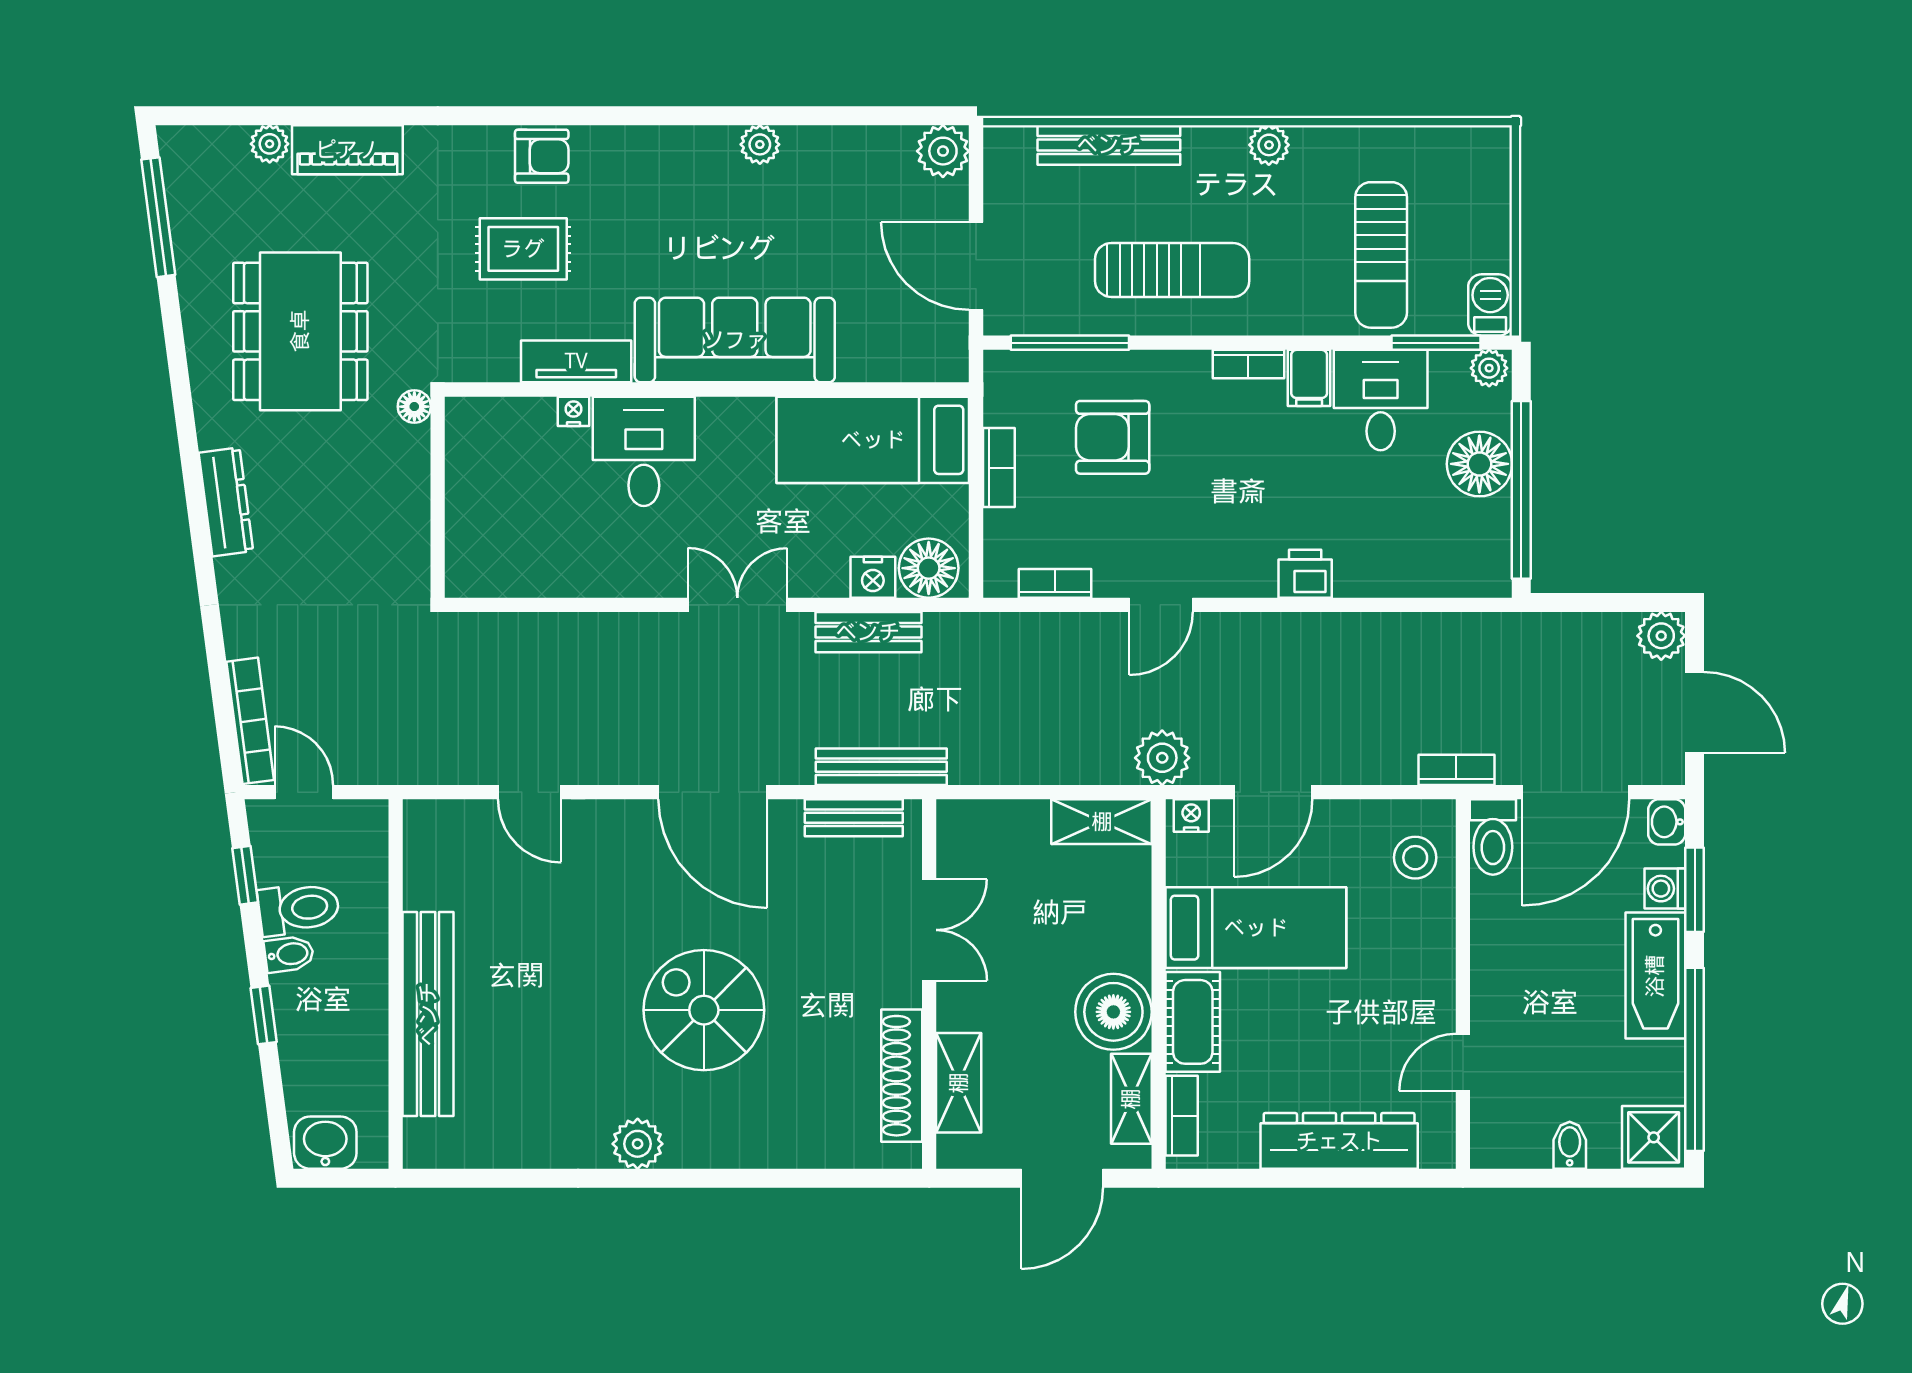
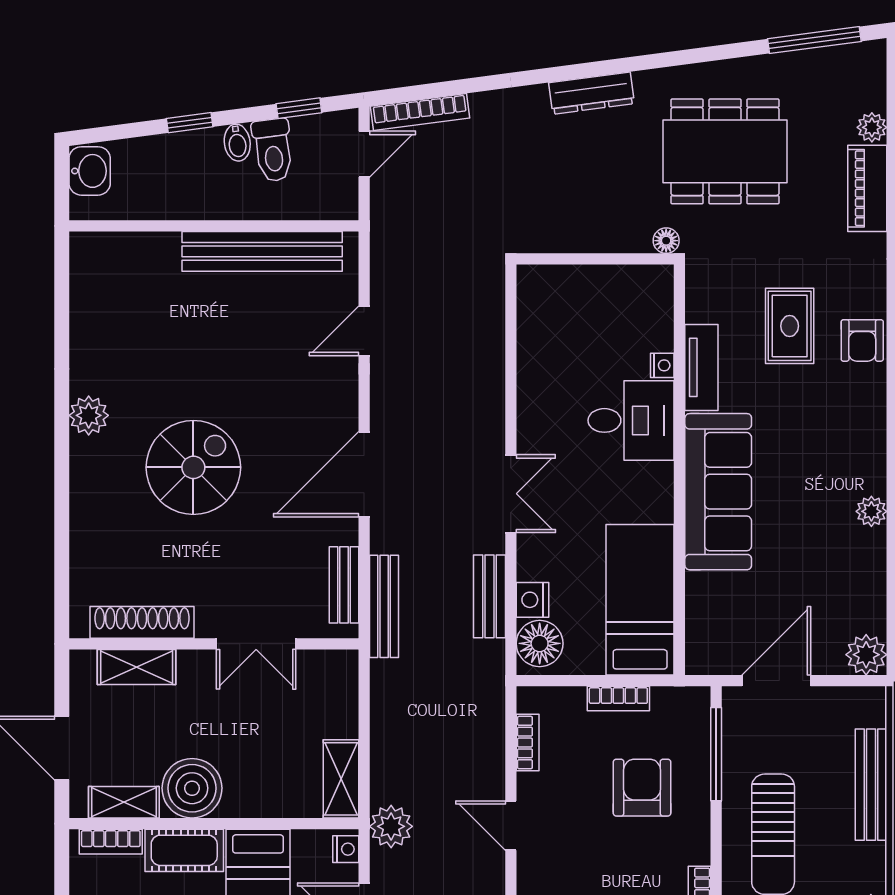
bench: (428, 1014) -> (262, 251), moved

